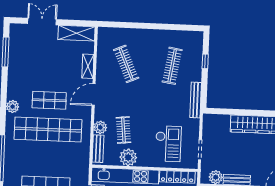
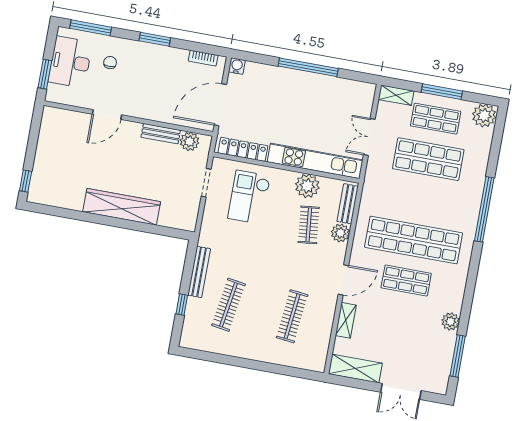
clothes rail: (126, 64) -> (292, 316), turned 30
bench: (196, 100) -> (199, 272), moved
plant: (13, 107) -> (451, 321), moved

